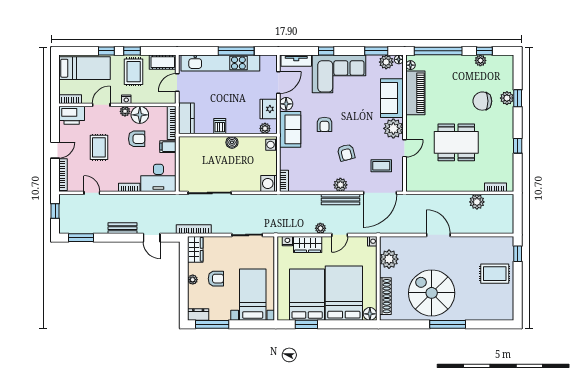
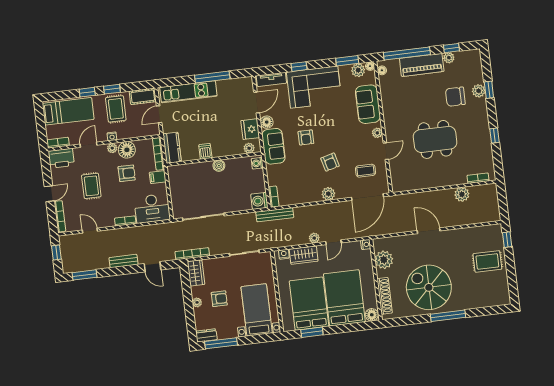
kitchen unit: (220, 63) -> (188, 92), width x0.73
piano: (415, 93) -> (422, 65), moved, turned 90
plant: (393, 128) -> (377, 133), width x0.53, depth x0.53
bench: (341, 200) -> (275, 215), moved

